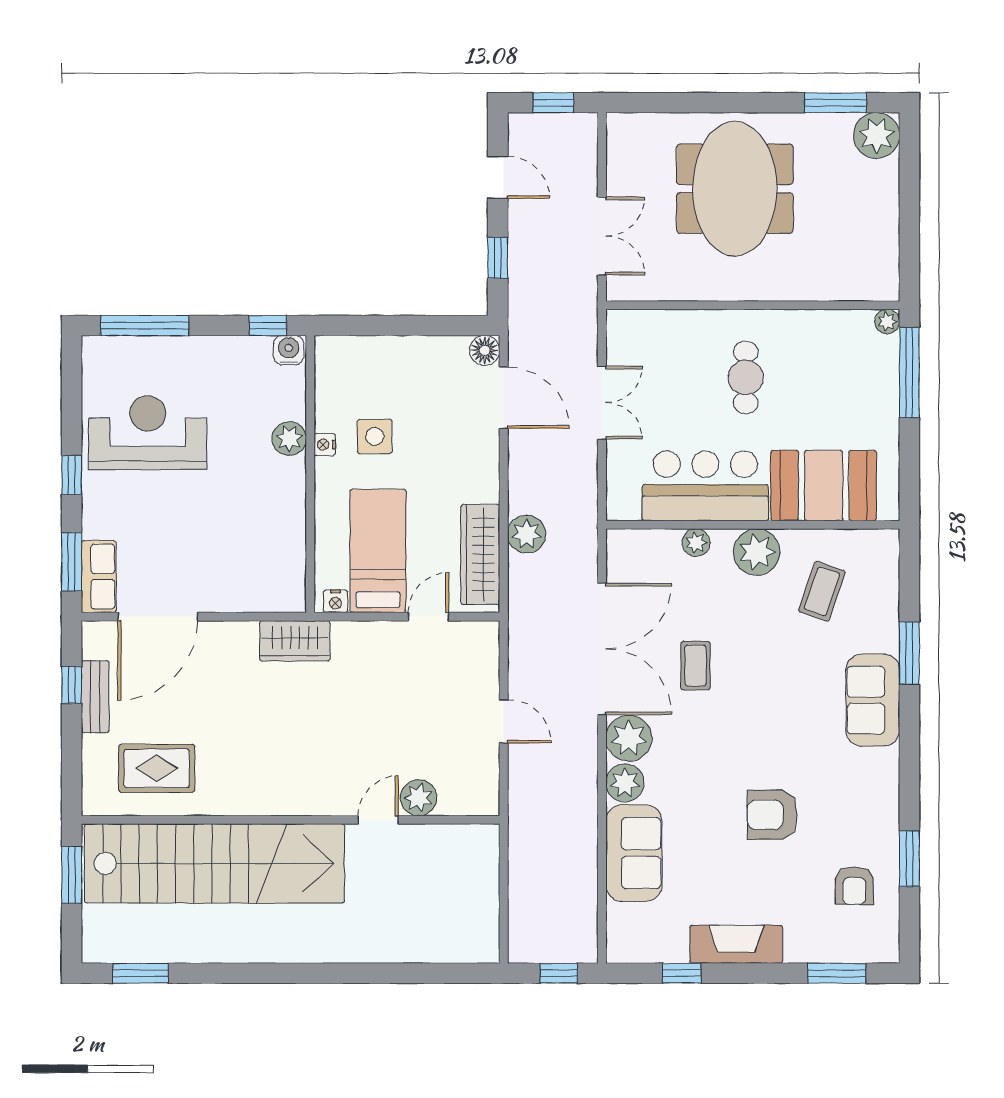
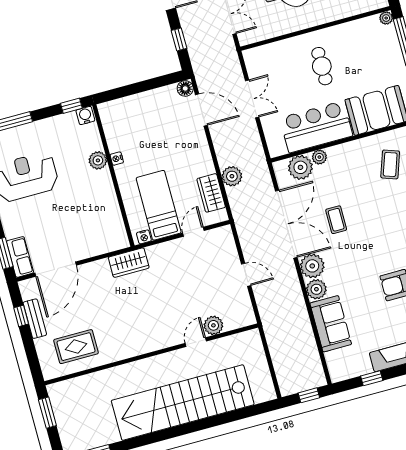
side table: (375, 436) -> (141, 147), removed
plant: (757, 552) -> (300, 167), moved
wardrobe: (480, 554) -> (211, 193), width x0.67
stairs: (214, 863) -> (183, 403), moved, turned 180

